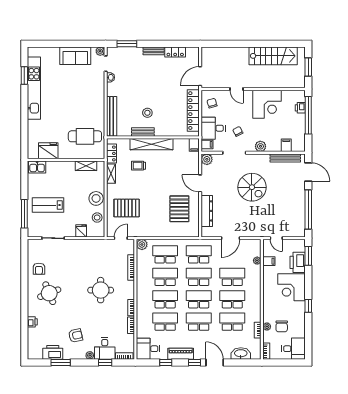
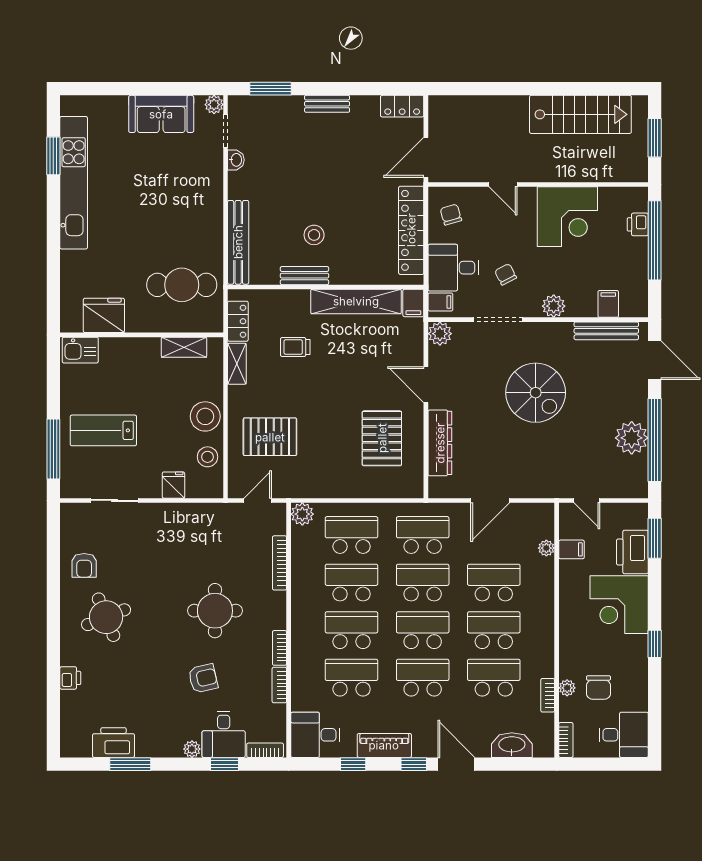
locker: (175, 52) -> (402, 106), moved
shelving: (151, 144) -> (356, 301), moved
plant: (297, 209) -> (632, 438), added
armchair: (76, 336) -> (203, 678), moved

